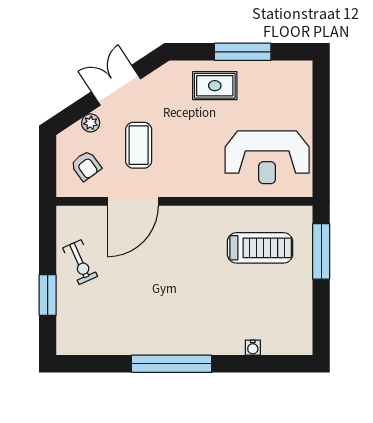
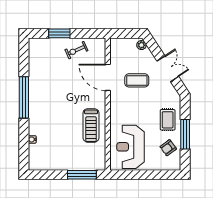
plant: (91, 123) -> (141, 45), moved
armchair: (86, 166) -> (168, 148), moved
treadmill: (260, 248) -> (91, 125), moved

